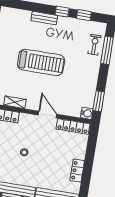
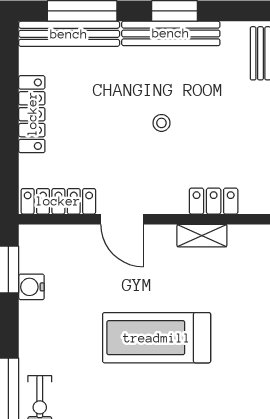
water cooler: (87, 113) -> (31, 287), moved
locker: (77, 171) -> (32, 114), width x1.53

